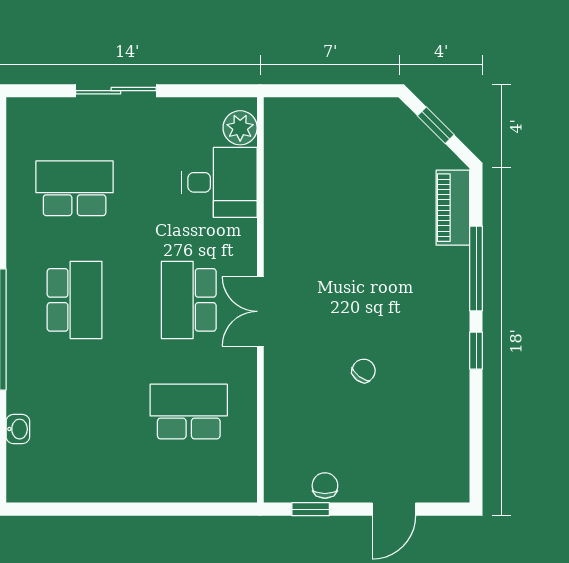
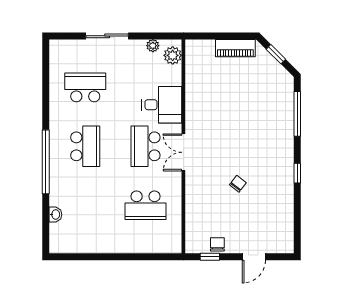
plant: (202, 109) -> (153, 46), added
desk: (220, 182) -> (162, 105), moved
piano: (453, 208) -> (235, 48), moved, turned -90
window: (476, 268) -> (297, 114), moved
school desk: (189, 412) -> (146, 205), turned 180

